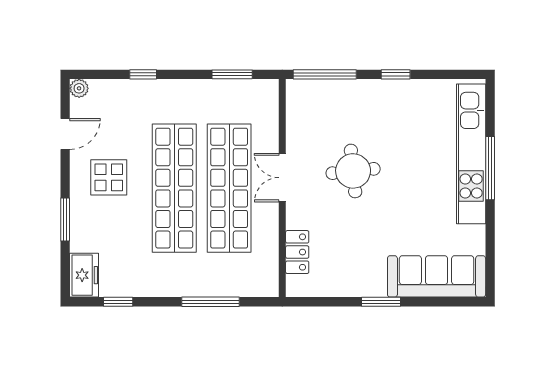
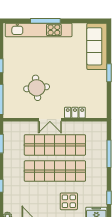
round table: (353, 171) -> (37, 88), moved
display table: (109, 177) -> (69, 201), moved
locker: (297, 252) -> (75, 113), moved

